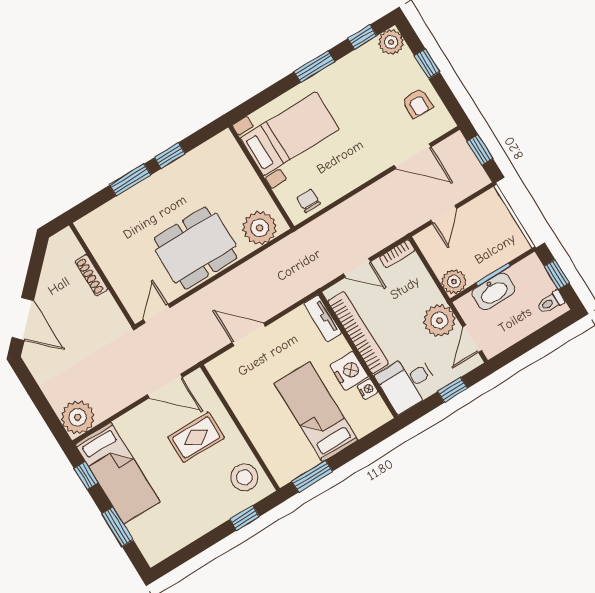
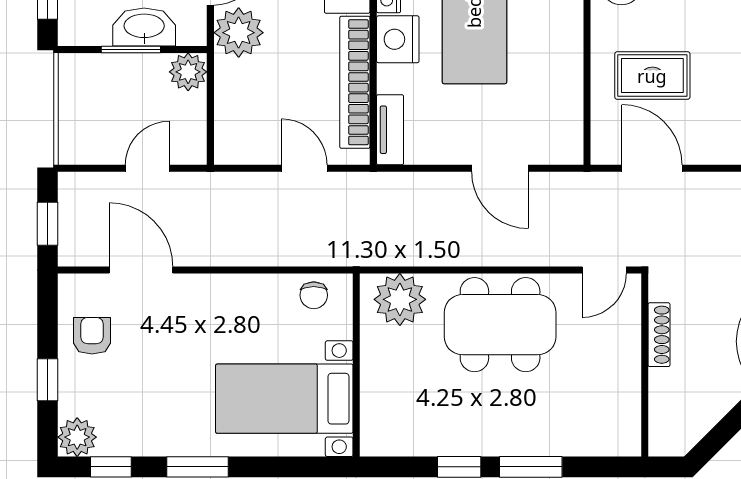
bookcase: (397, 254) -> (240, 154), removed
shoe rack: (91, 275) -> (659, 335), moved

